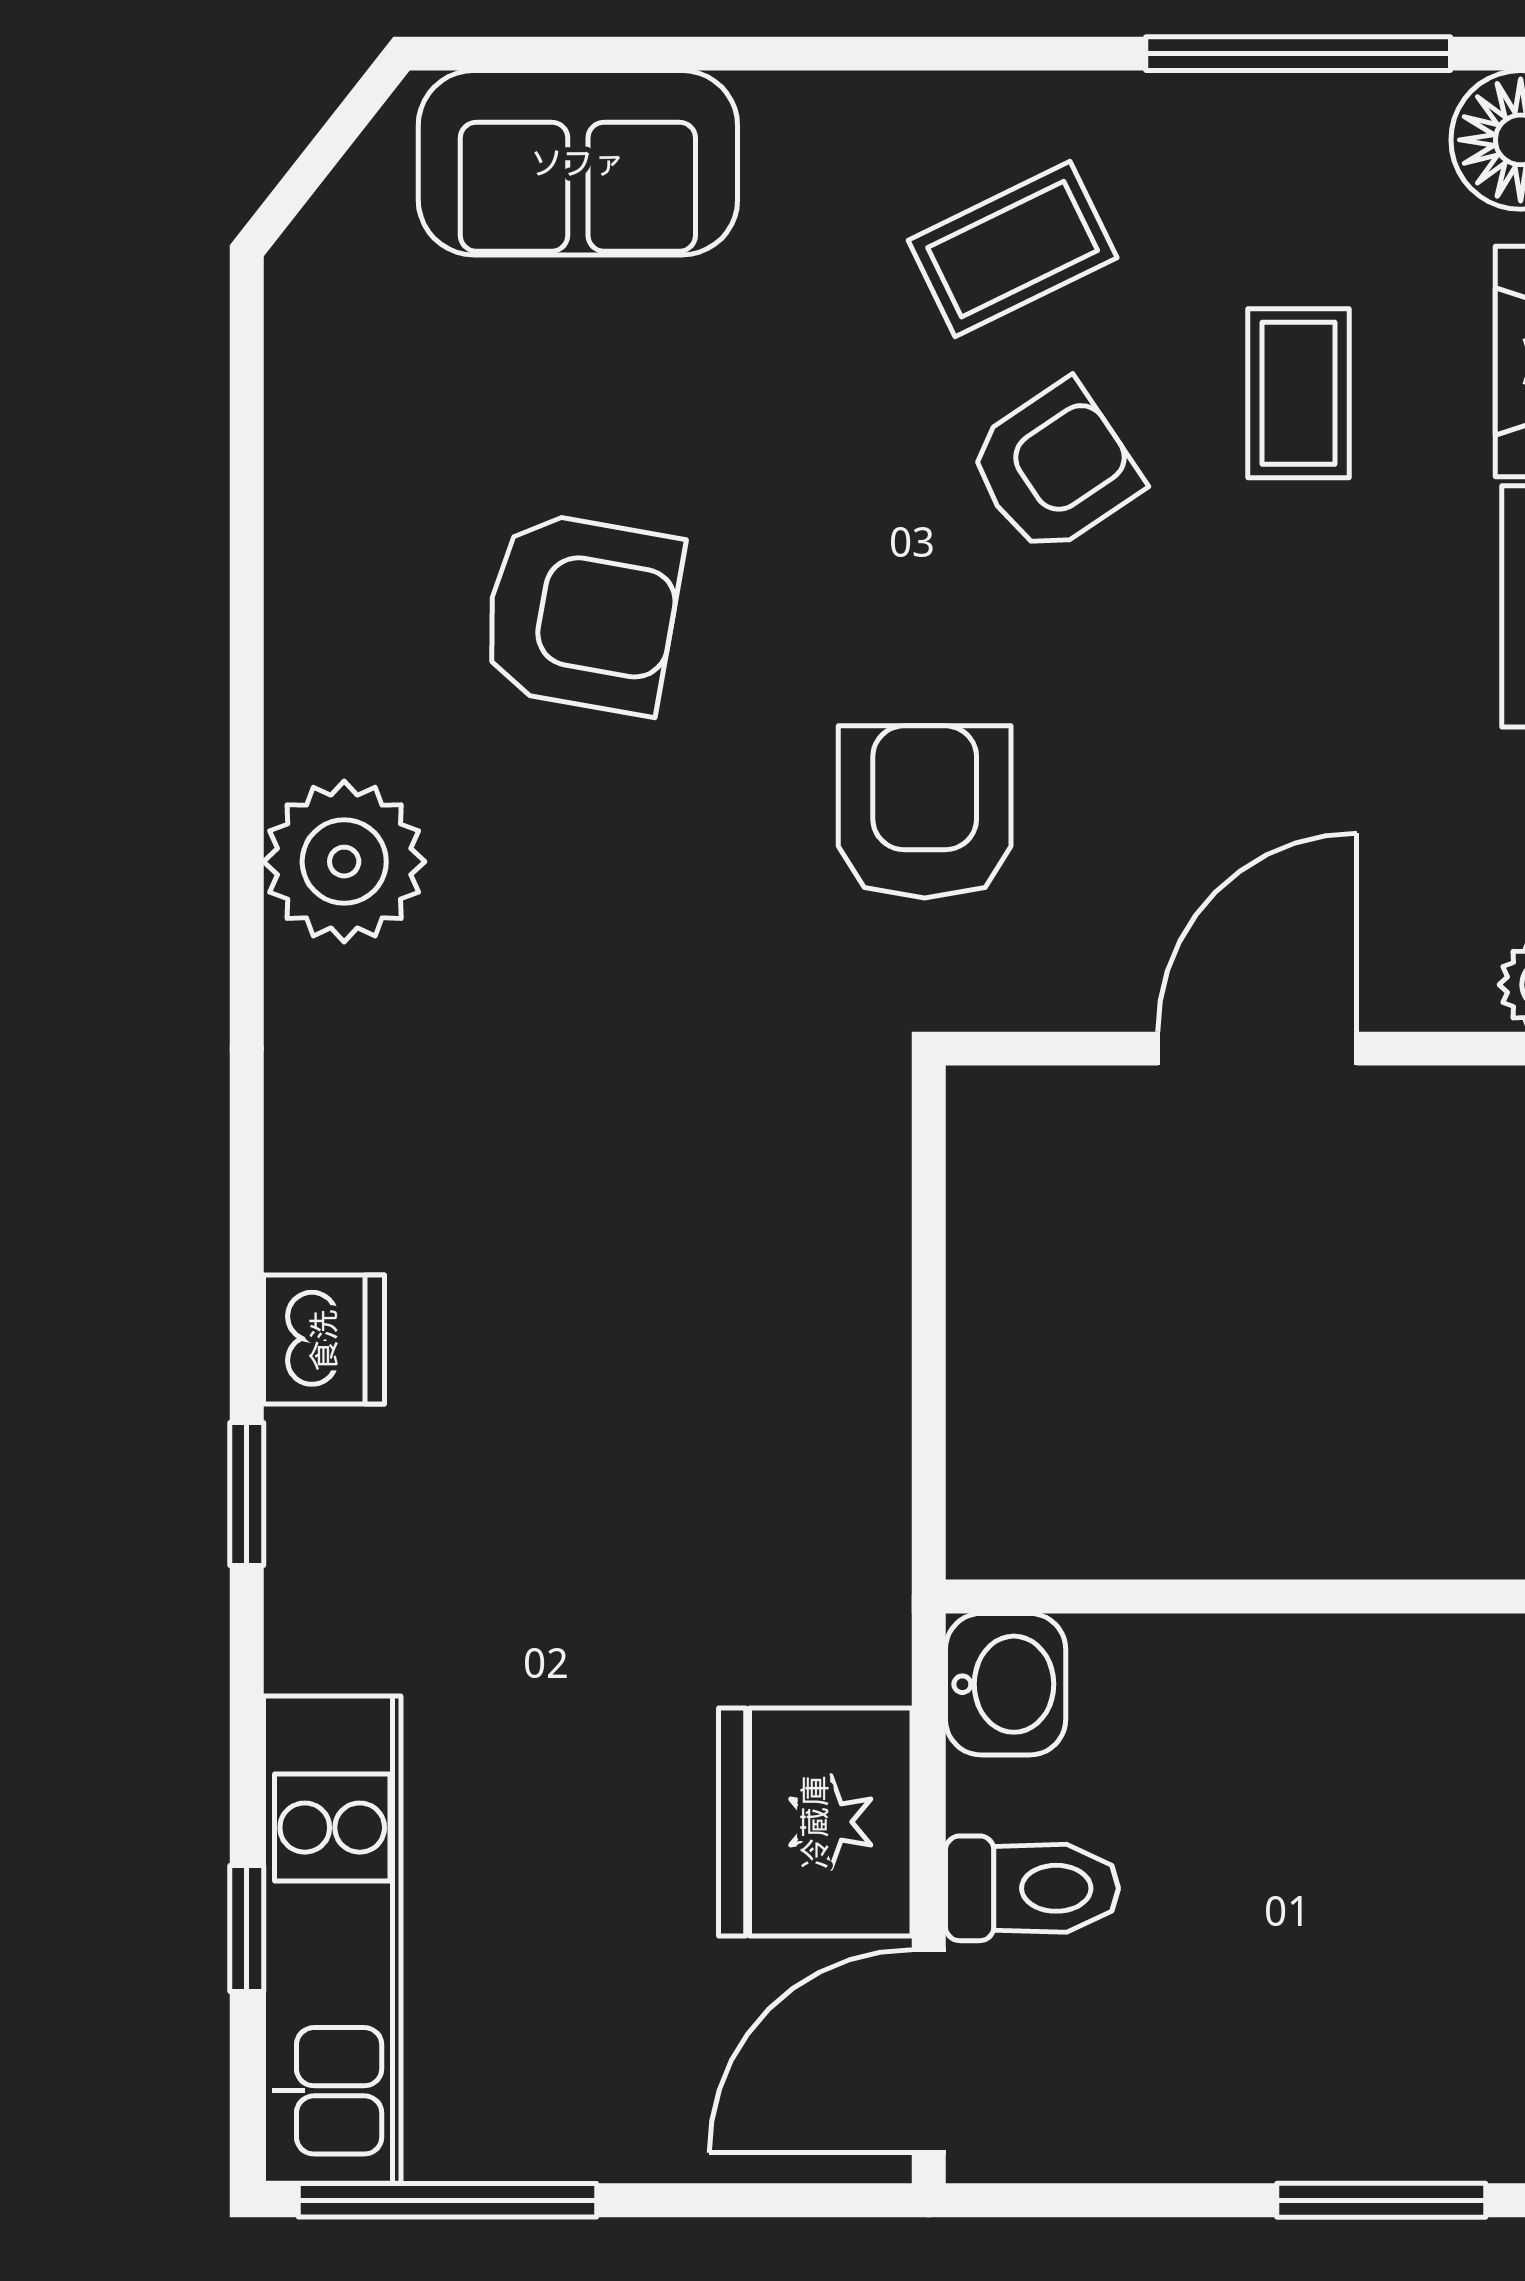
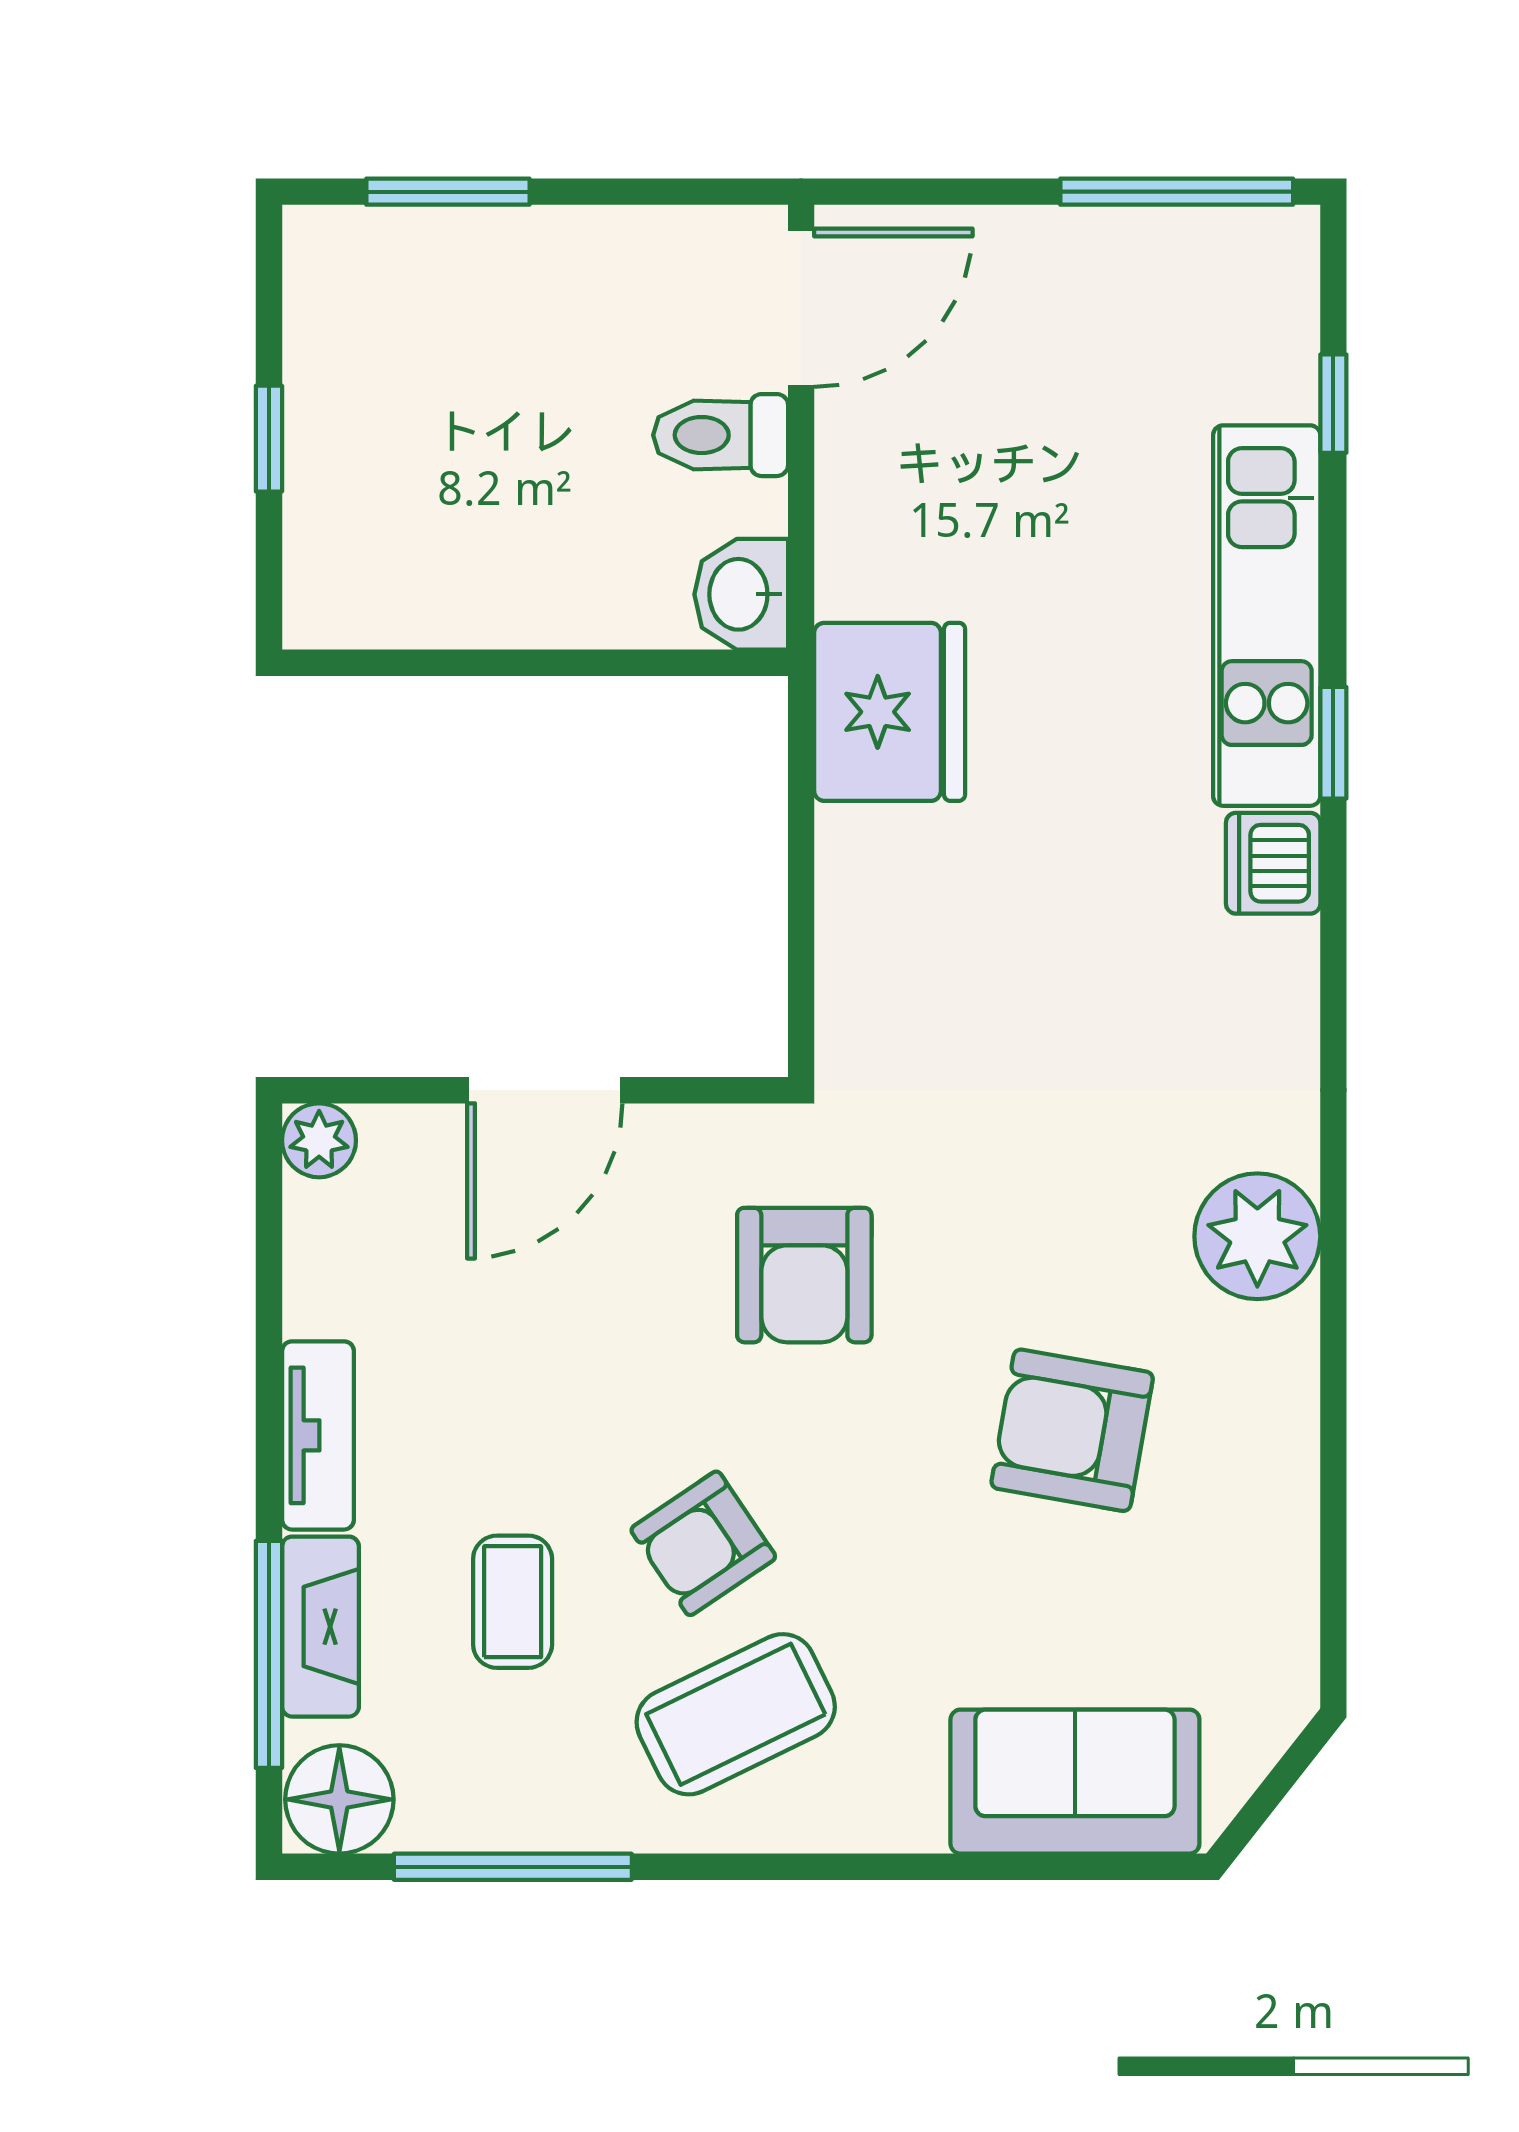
coffee table: (1013, 249) -> (736, 1714), width x1.36, depth x1.30
fridge: (815, 1822) -> (890, 712), moved
kitchen unit: (332, 1940) -> (1267, 616), moved

